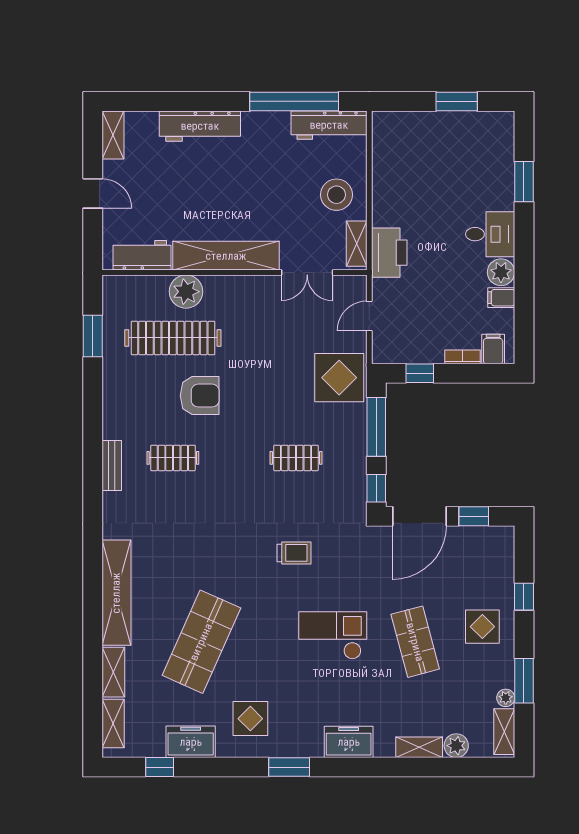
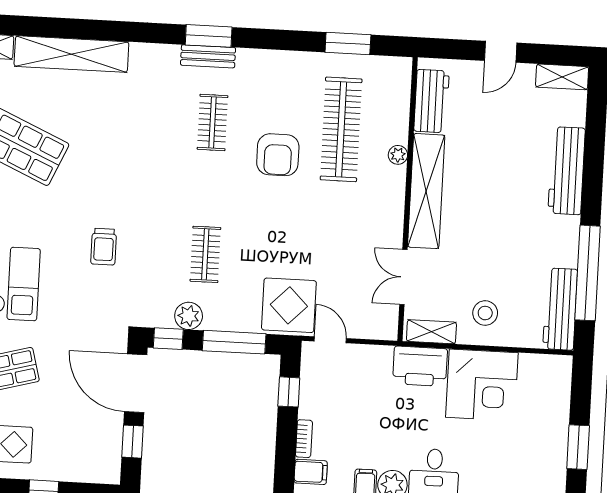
corner desk: (404, 194) -> (482, 385), added
stool: (336, 195) -> (485, 313), width x0.73, depth x0.73
plant: (186, 292) -> (398, 155), width x0.53, depth x0.53
door: (369, 316) -> (330, 340), moved
window: (93, 466) -> (209, 36), added
plant: (354, 470) -> (189, 316), added

